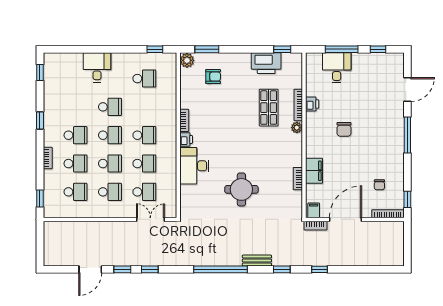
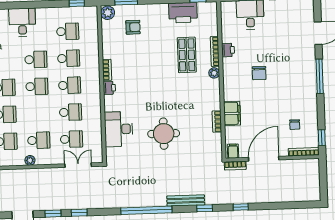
school desk: (110, 164) -> (69, 58), moved
desk: (194, 166) -> (119, 129), moved
plant: (100, 213) -> (30, 160), added
bench: (257, 261) -> (186, 201), width x1.36

